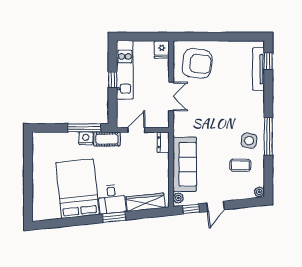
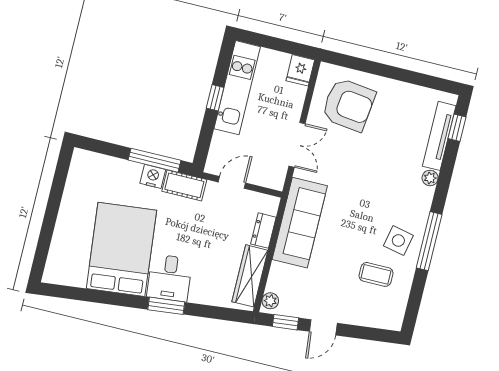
dresser: (163, 142) -> (263, 231), moved
sofa: (185, 164) -> (300, 223), moved
plant: (259, 192) -> (430, 178), moved
wardrobe: (145, 202) -> (250, 276), moved, turned -84

